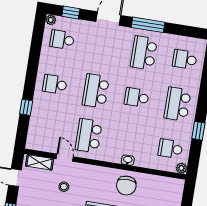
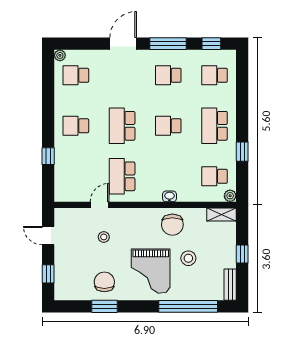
window: (71, 12) -> (211, 44), moved
school desk: (144, 53) -> (168, 75), width x0.54
door: (65, 158) -> (100, 205), hinge flipped
shelving: (40, 162) -> (221, 214), moved

